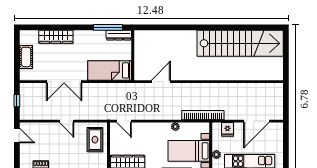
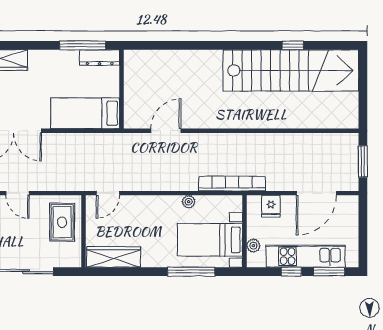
window: (241, 27) -> (293, 45), added
window: (286, 101) -> (363, 162), added
door: (124, 121) -> (108, 193), hinge flipped

